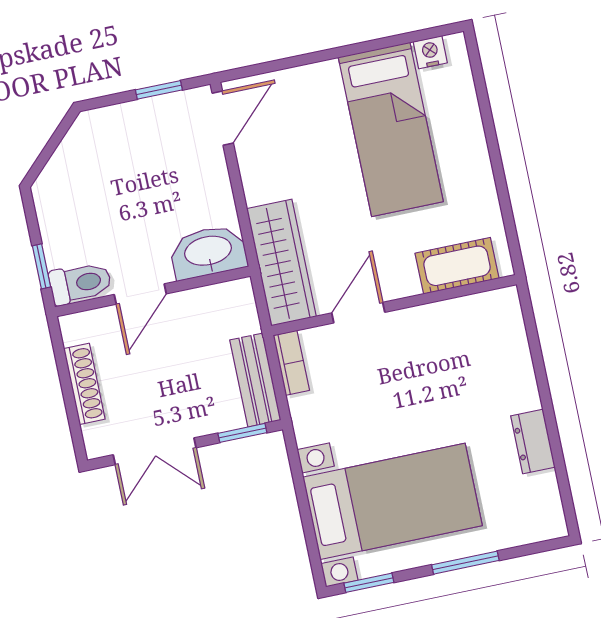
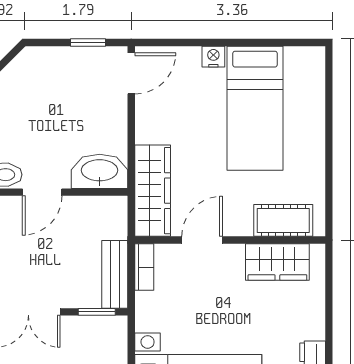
nightstand: (430, 52) -> (213, 57), moved
wardrobe: (461, 321) -> (277, 262), added

